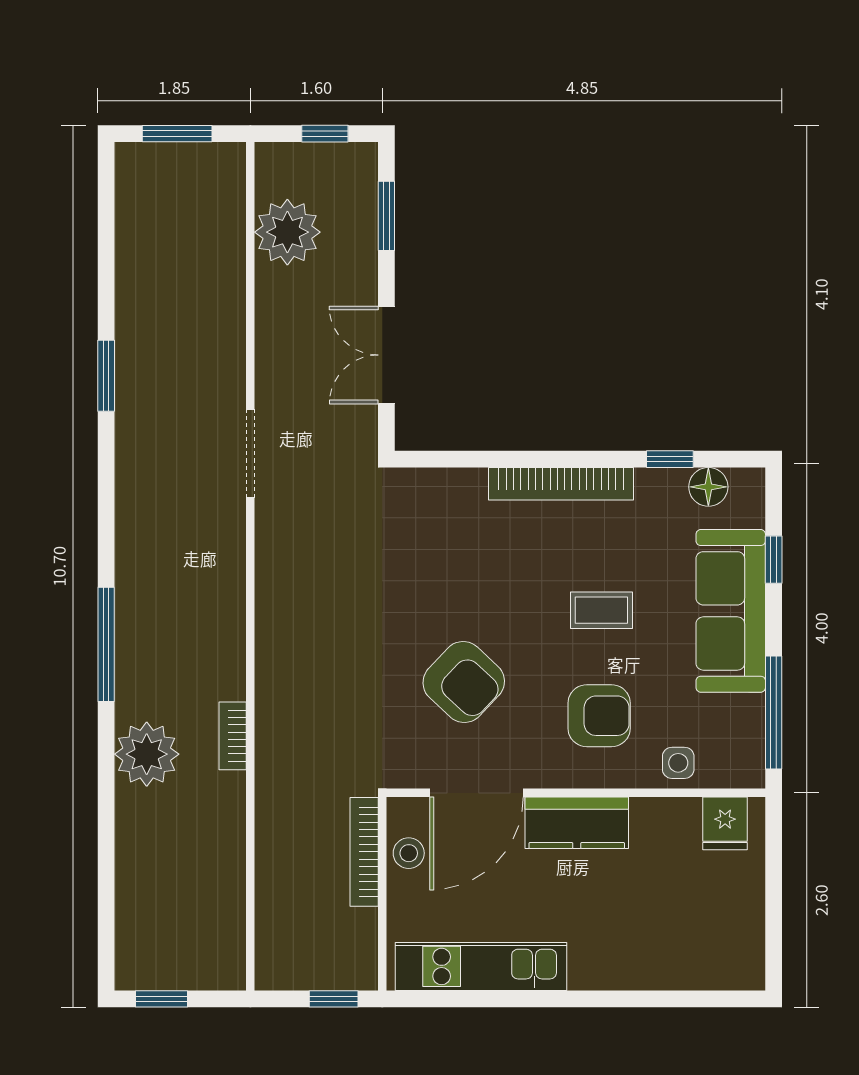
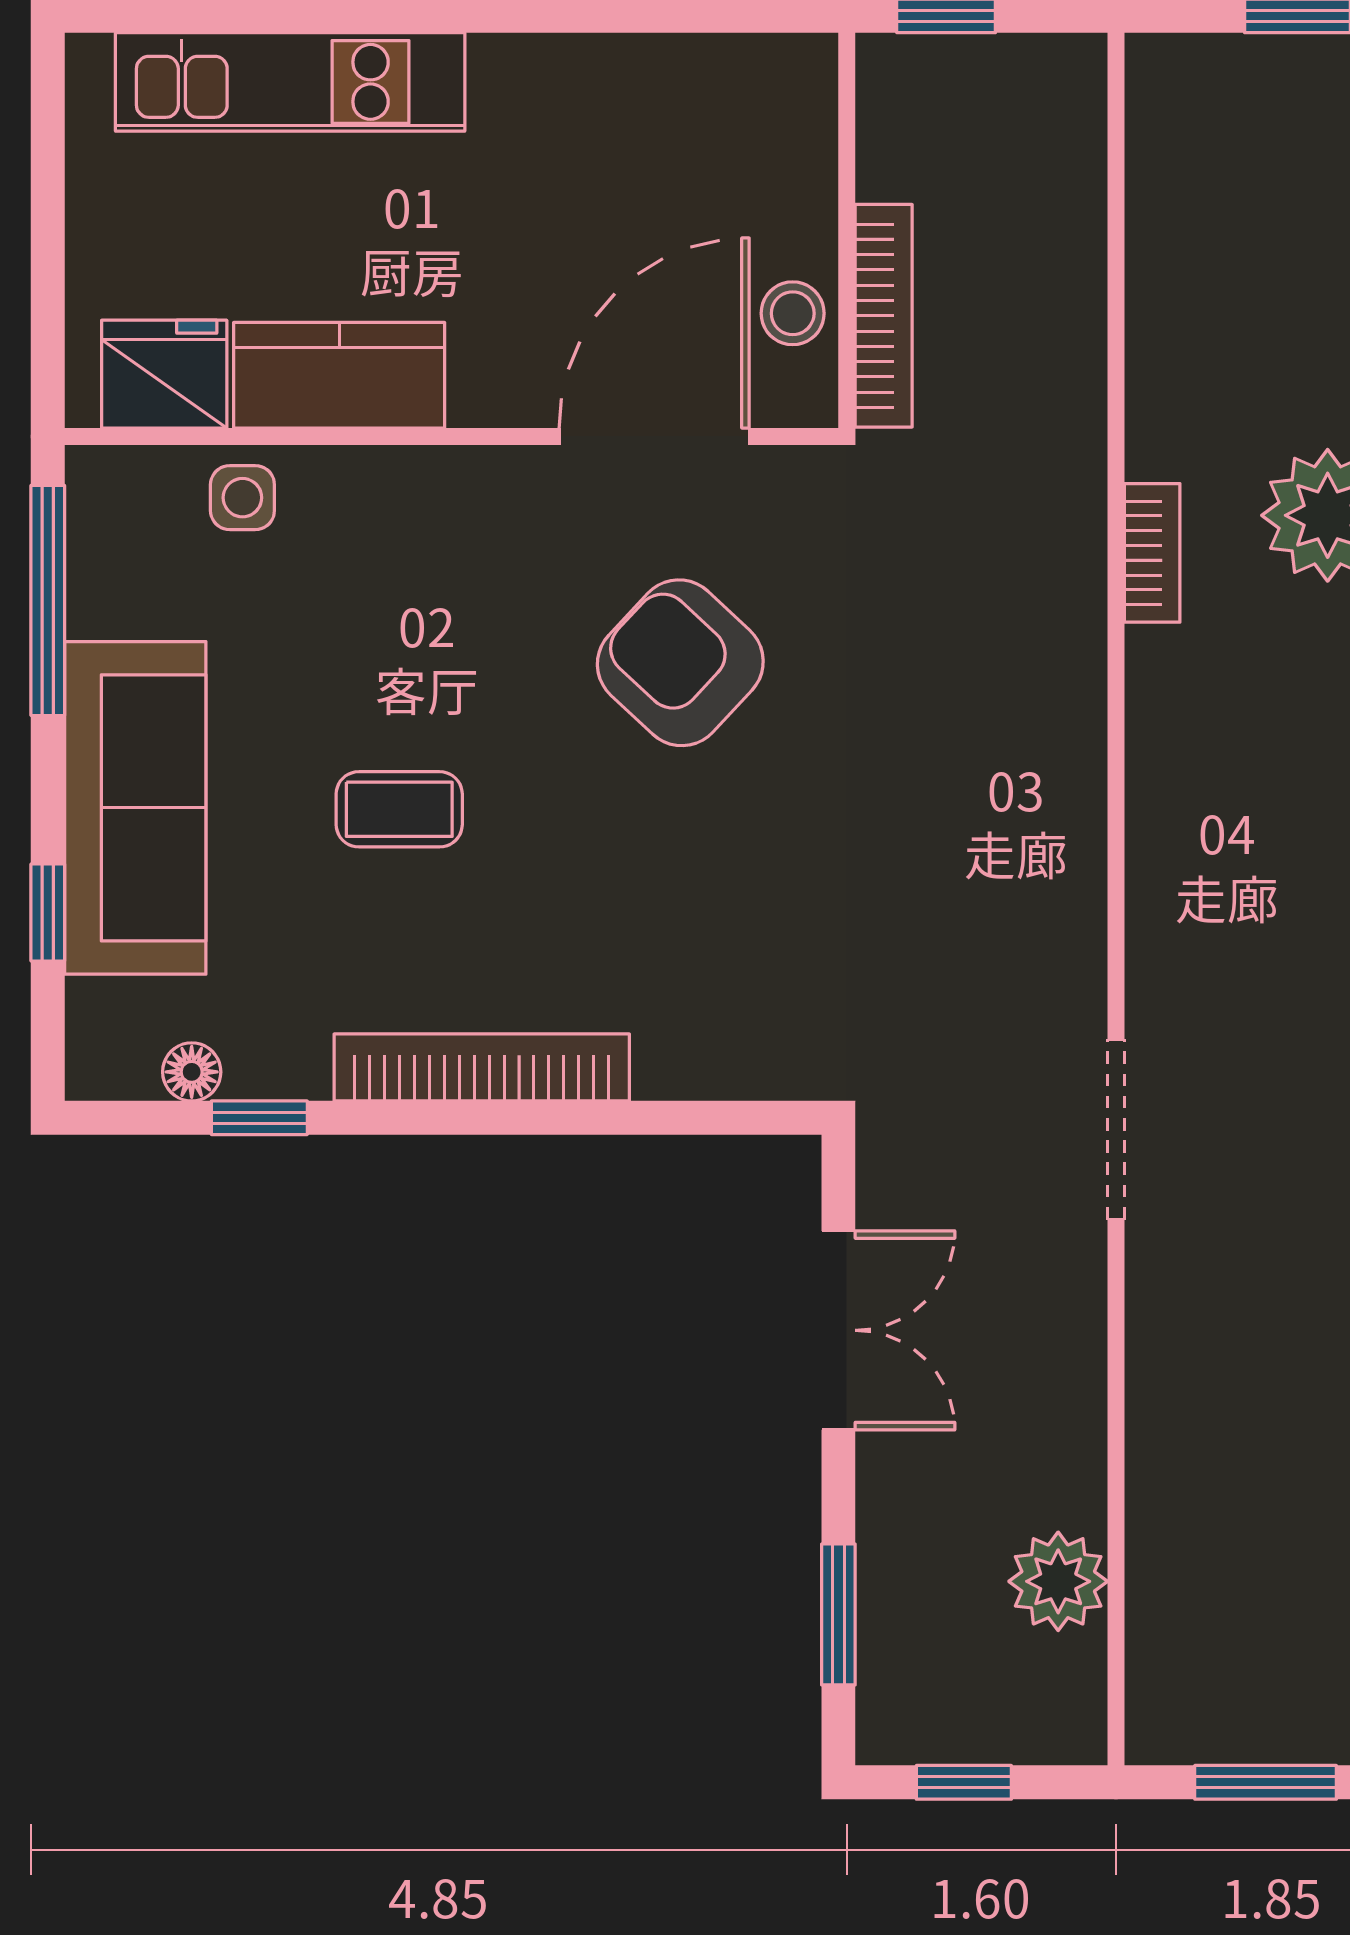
plant: (287, 232) -> (1058, 1581), width x0.73, depth x0.73
floor lamp: (708, 487) -> (192, 1072), width x0.73, depth x0.73
armchair: (599, 716) -> (404, 594), removed
kitchen counter: (577, 823) -> (339, 375), moved
fridge: (725, 823) -> (164, 374), width x1.38
kitchen unit: (481, 966) -> (290, 82), moved

